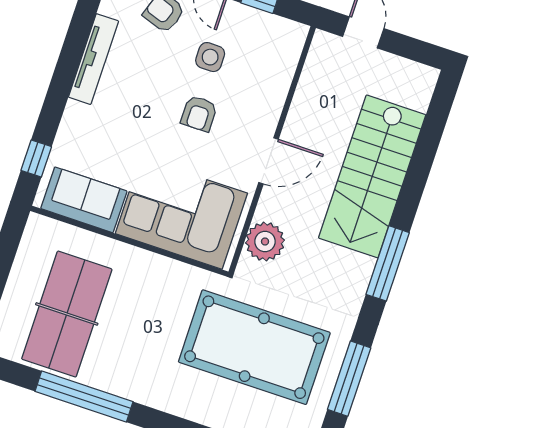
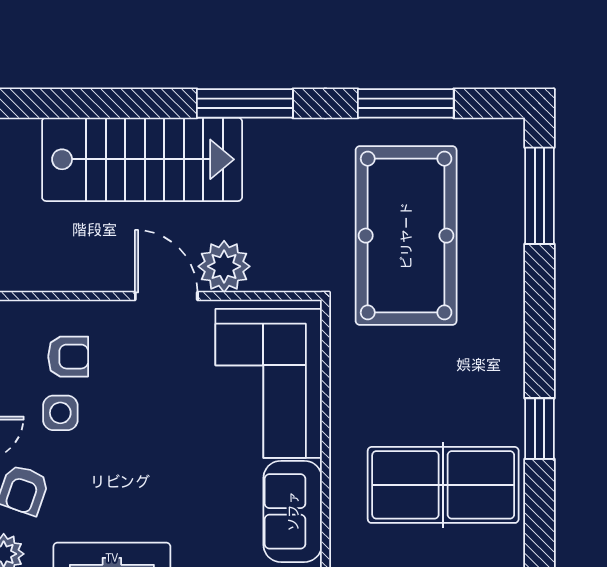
armchair: (199, 114) -> (68, 357), moved
plant: (265, 242) -> (224, 266), moved
window: (84, 397) -> (540, 429), width x0.47

